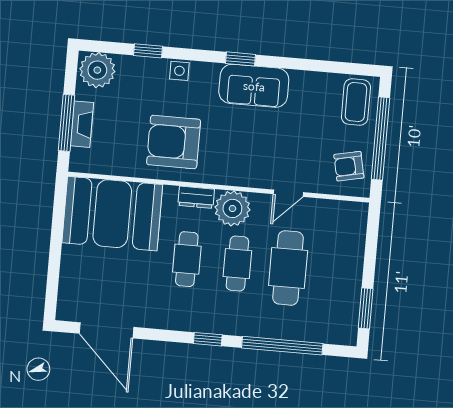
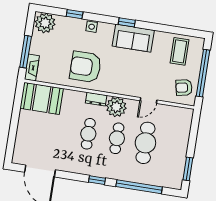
coffee table: (356, 102) -> (180, 51), moved
fireplace: (82, 124) -> (32, 68), moved
booth: (112, 214) -> (42, 98), width x0.73, depth x0.70

